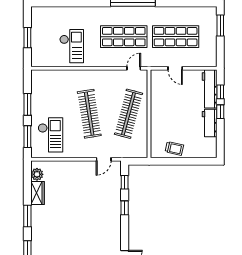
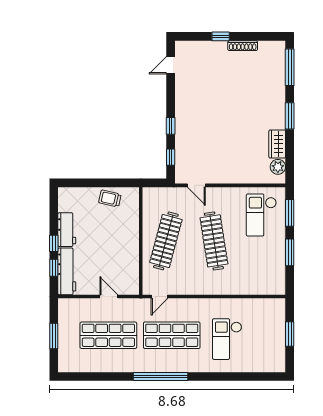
window: (220, 26) -> (54, 336), moved
checkout: (72, 46) -> (227, 339), moved
door: (104, 159) -> (196, 185), swing flipped

